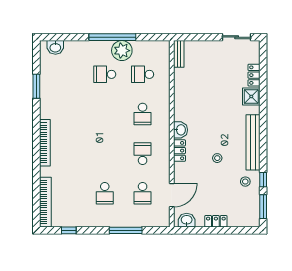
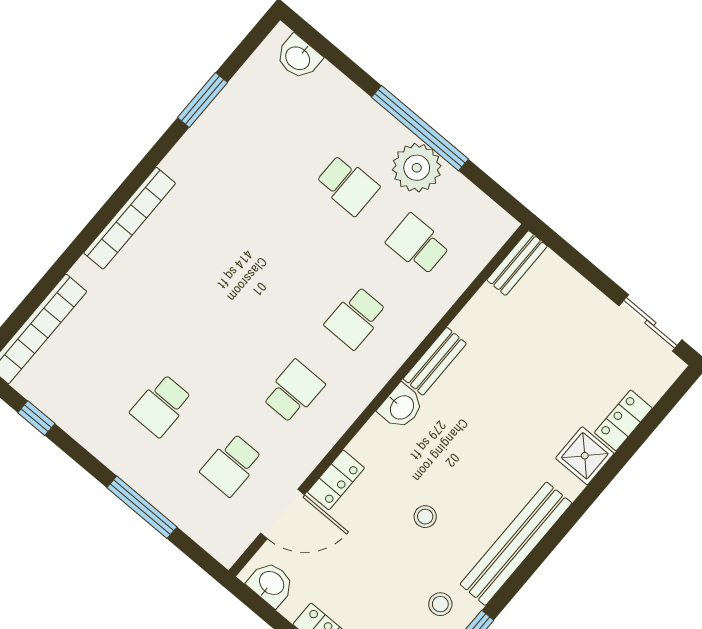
school desk: (105, 74) -> (348, 185), turned 180
bench: (179, 107) -> (435, 361), added
locker: (179, 151) -> (336, 480), moved

